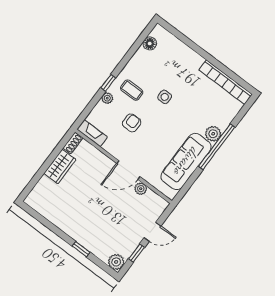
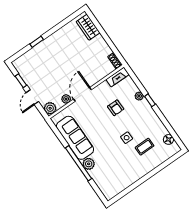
bookcase: (226, 82) -> (123, 185), removed
coffee table: (132, 90) -> (145, 147), moved
wardrobe: (60, 167) -> (88, 27), moved
plant: (116, 262) -> (50, 108), moved

